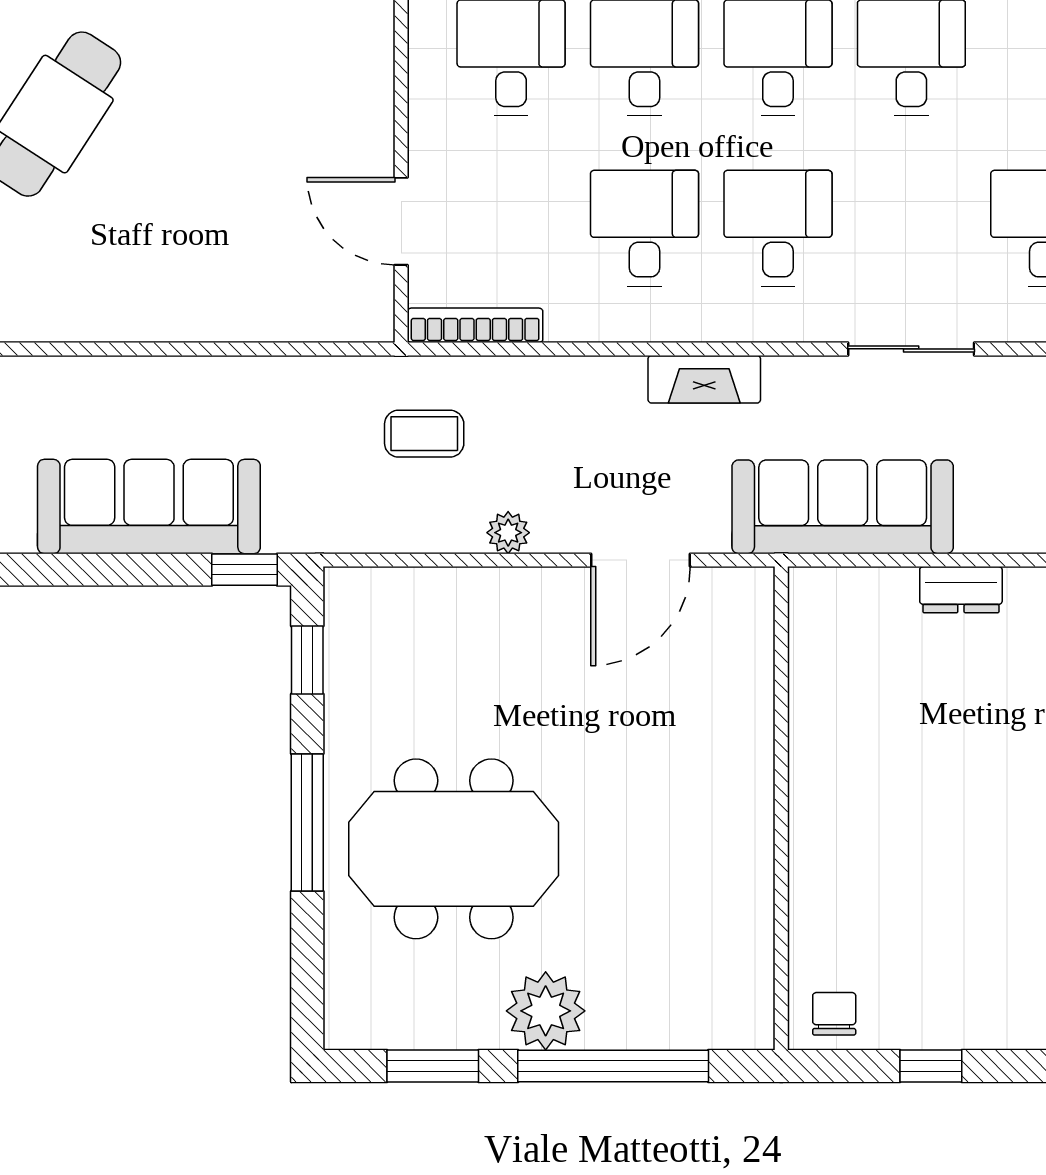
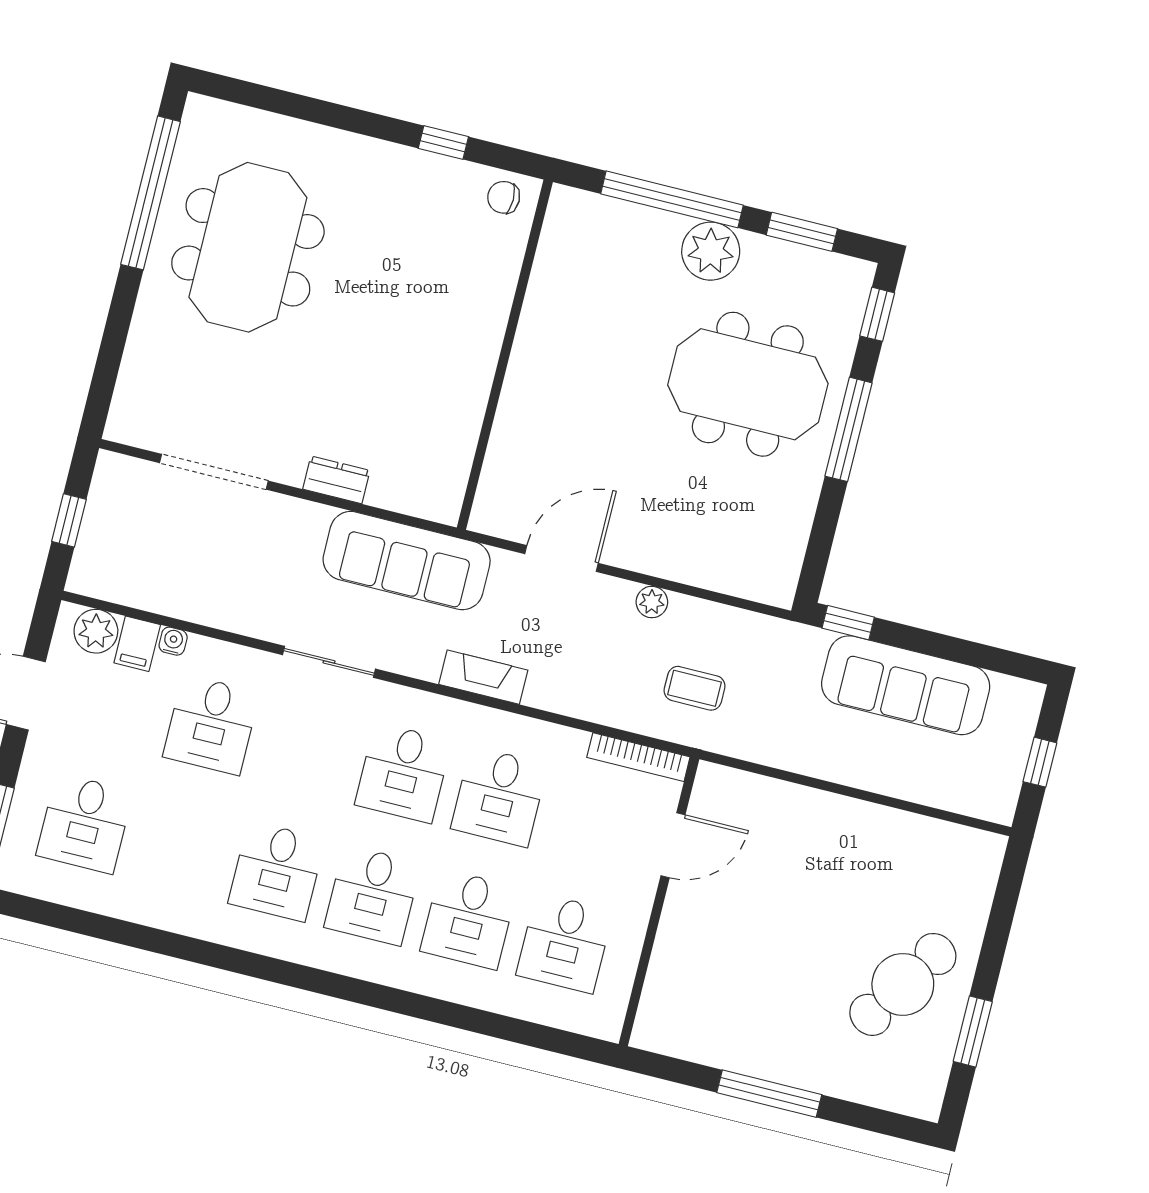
door: (401, 221) -> (673, 845), hinge flipped
window: (307, 660) -> (877, 314), moved
chair: (834, 1014) -> (504, 197), turned 90

